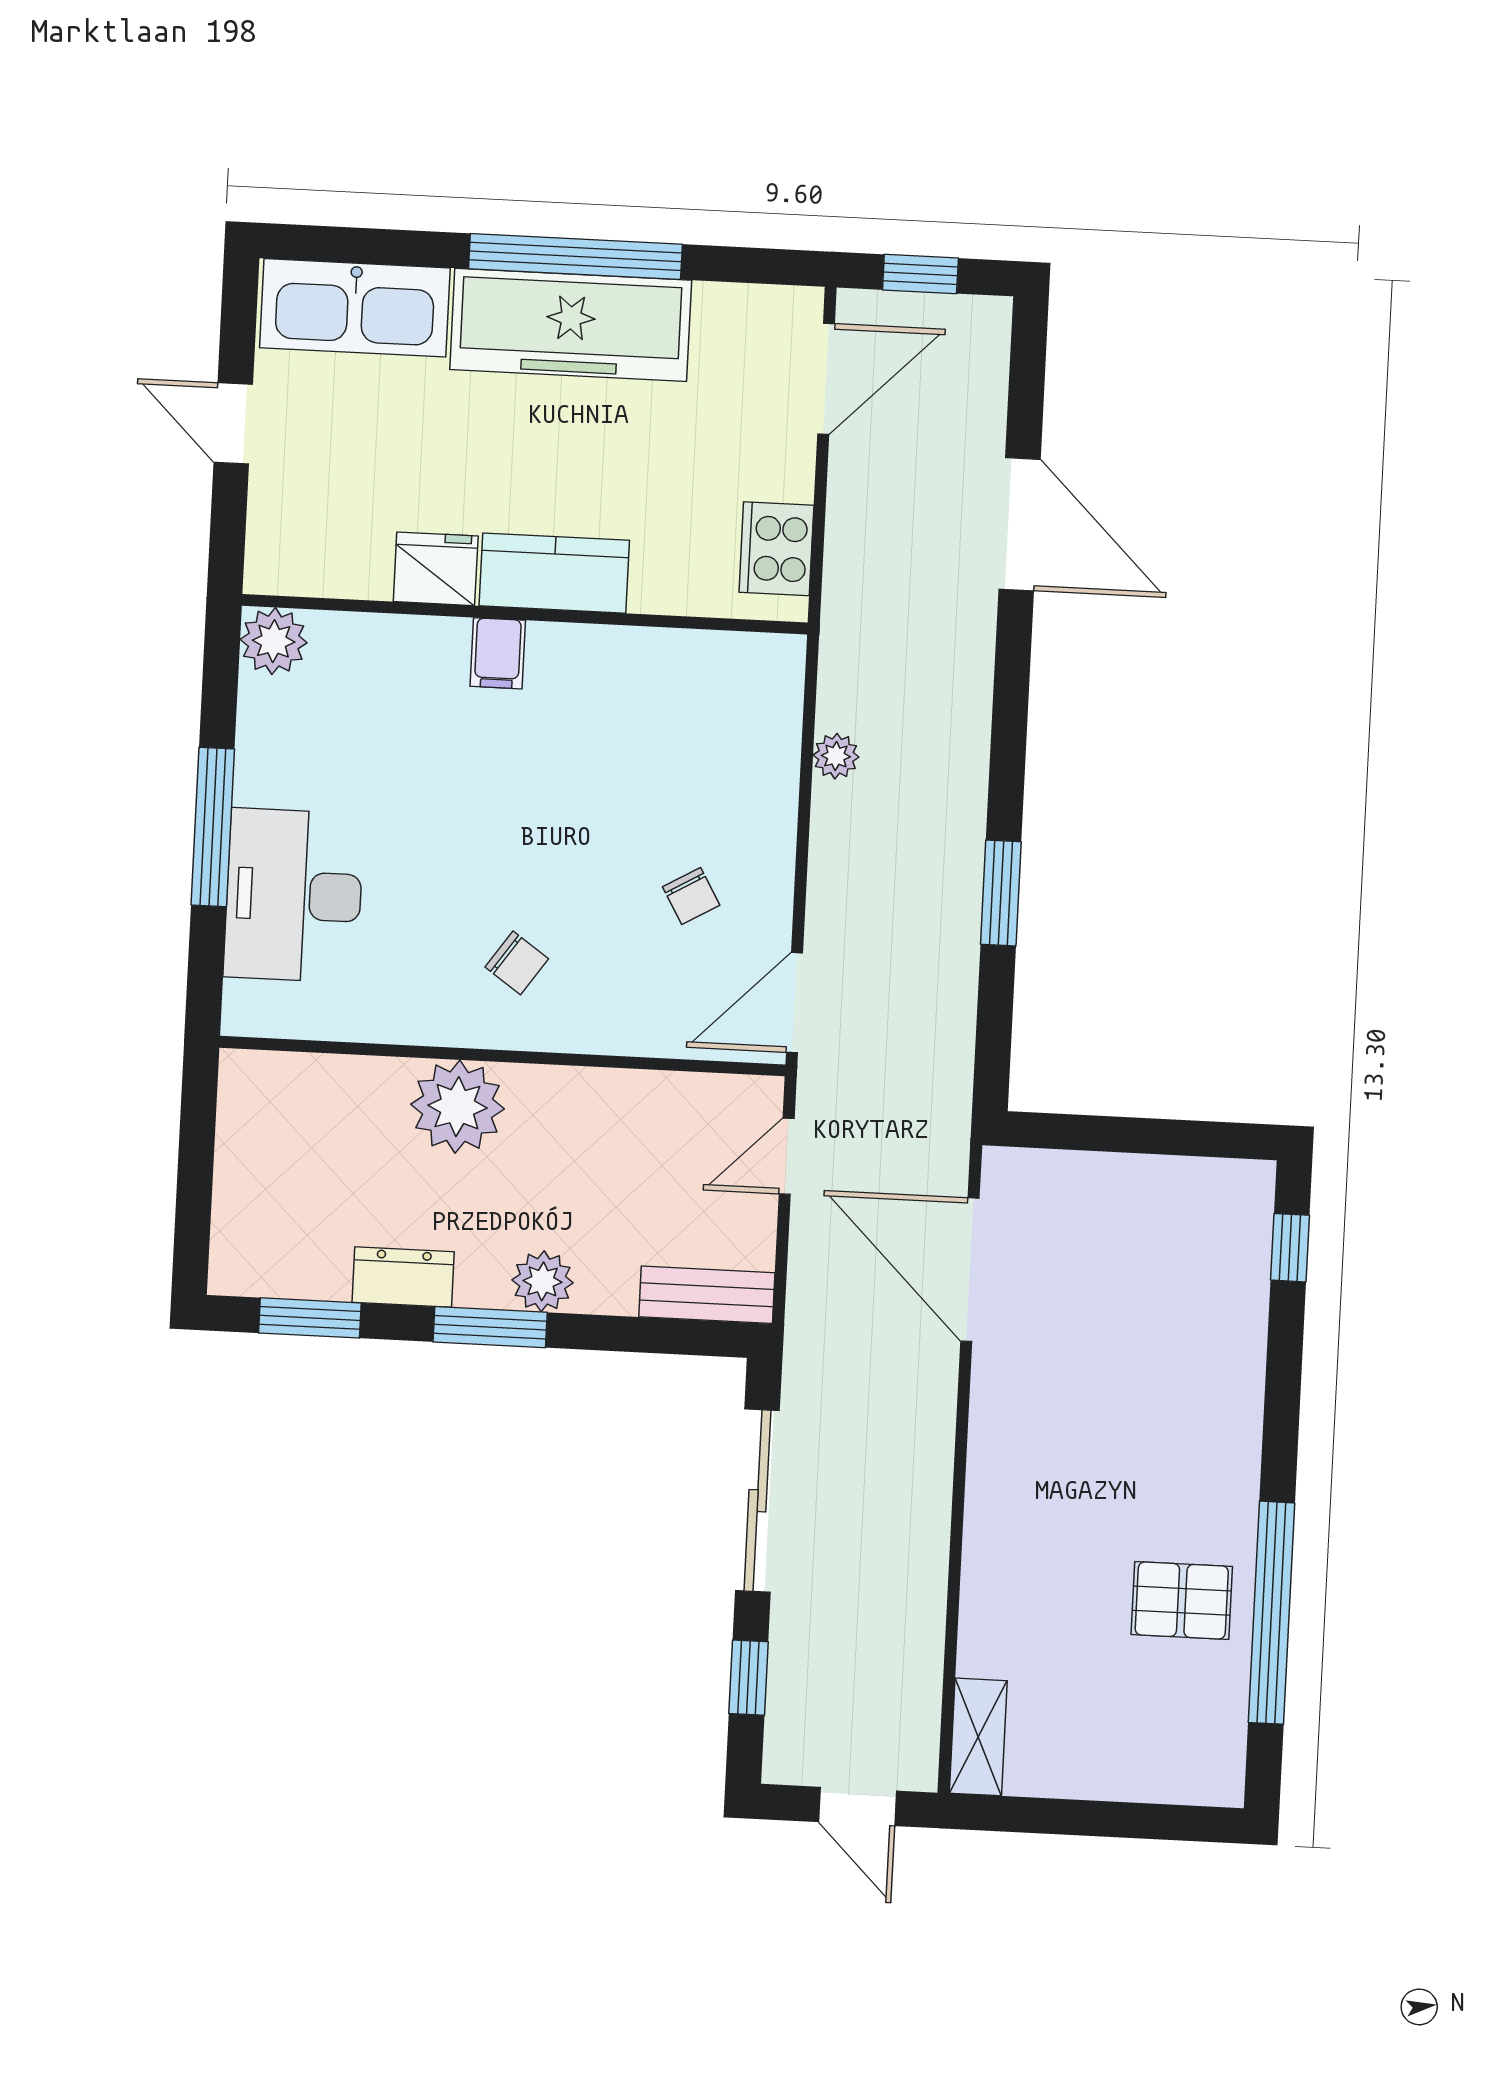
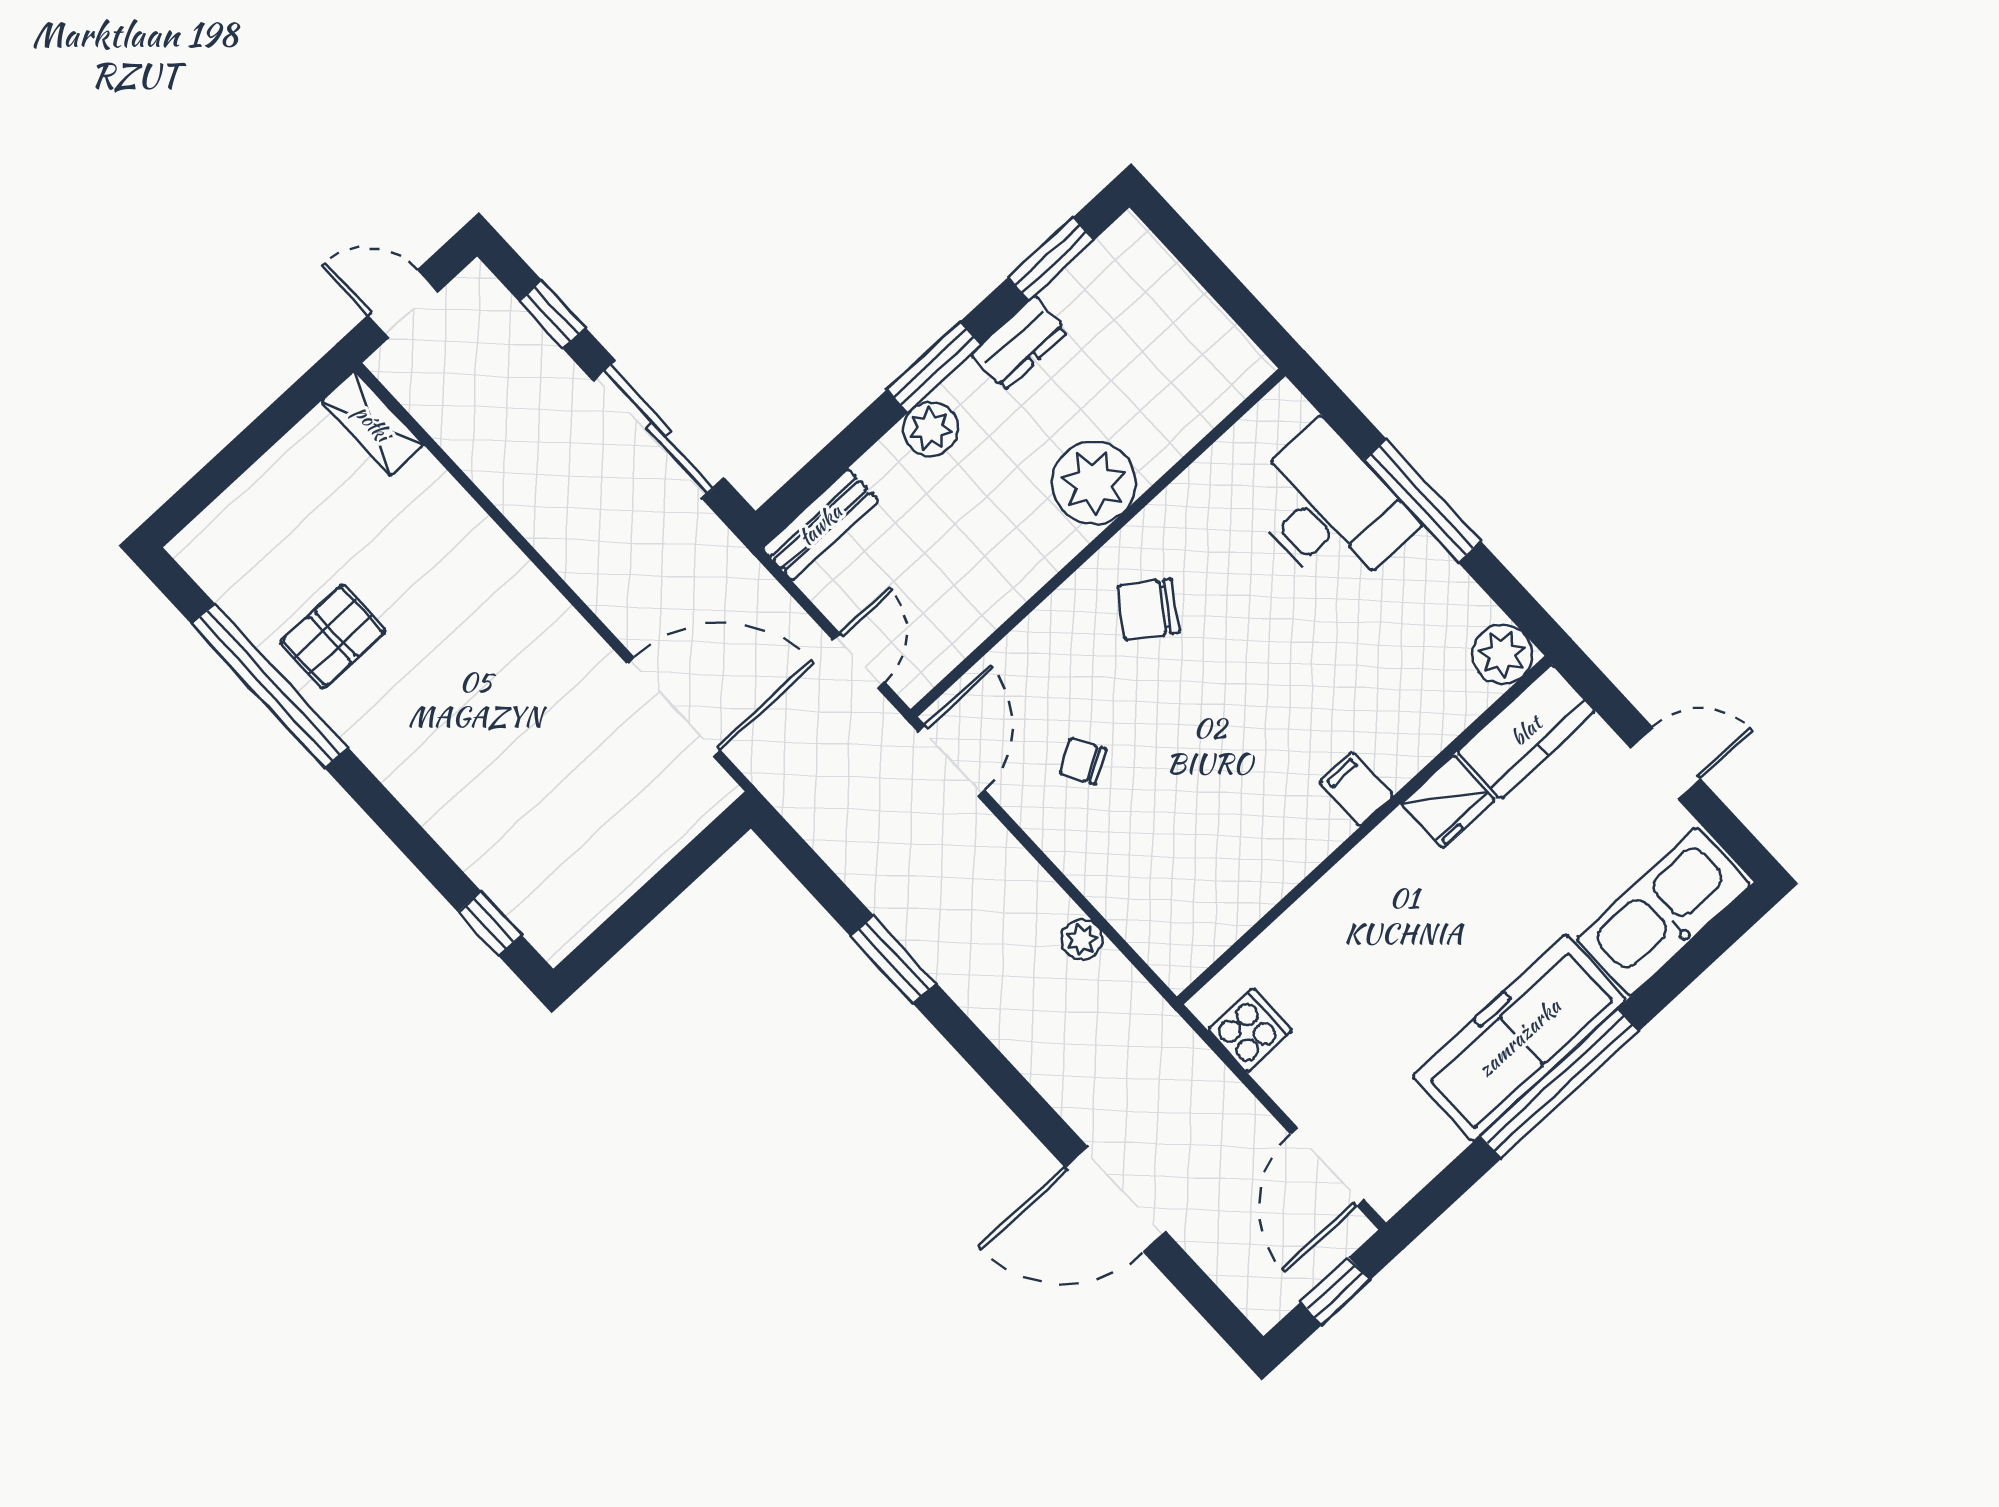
cooker: (776, 549) -> (1250, 1030), width x0.73
kitchen counter: (554, 573) -> (1526, 731), moved
chair: (517, 963) -> (1148, 609), width x1.37, depth x1.37

